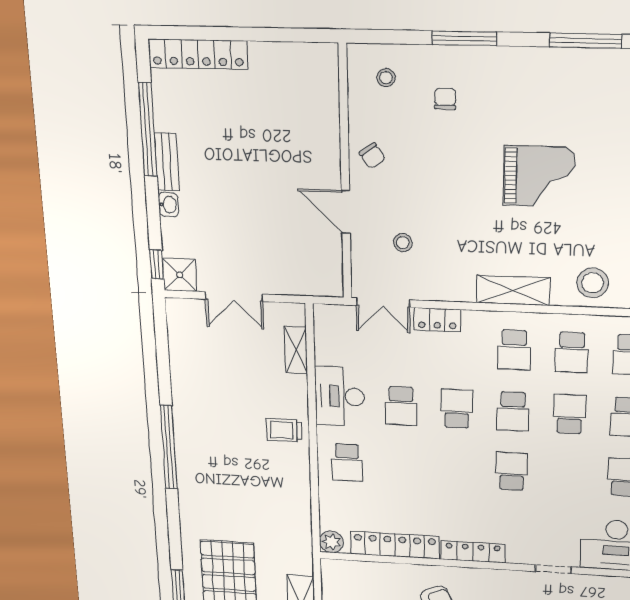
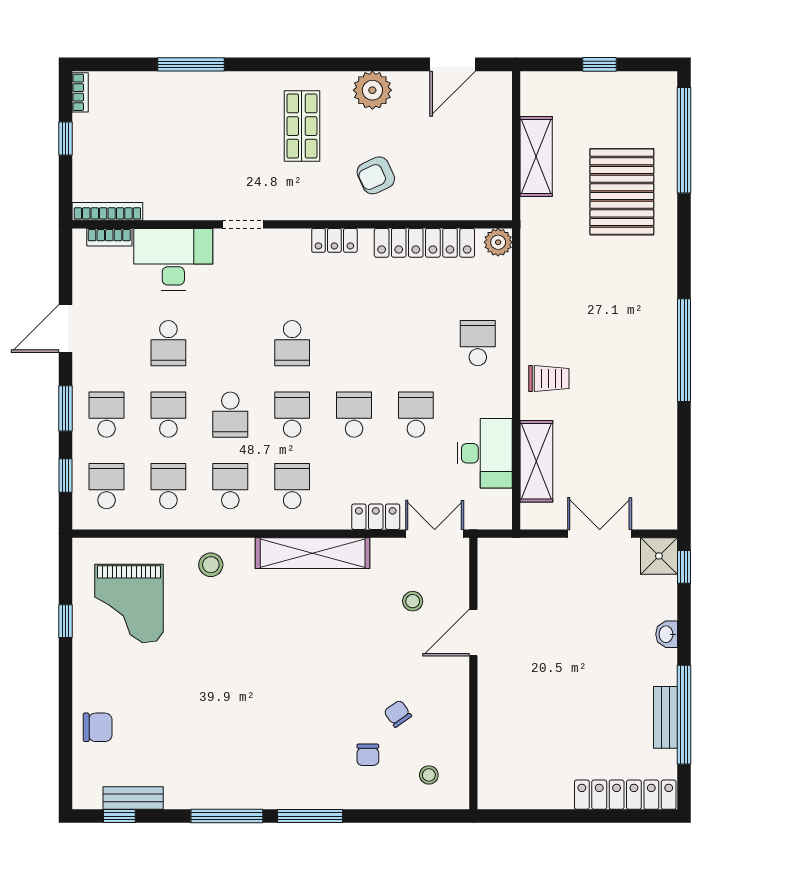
window: (464, 38) -> (310, 816), moved
chair: (372, 156) -> (398, 714), moved
bench: (167, 162) -> (666, 717), moved
grand piano: (539, 176) -> (270, 677), removed
door: (346, 212) -> (473, 633), swing flipped
stool: (593, 283) -> (211, 565), width x0.73, depth x0.73
shelving: (513, 290) -> (313, 553), width x1.47
shelving: (296, 350) -> (536, 461), width x1.50, depth x1.33
desk: (340, 396) -> (485, 453), moved
school desk: (457, 409) -> (354, 415), turned 180
locker: (473, 552) -> (334, 240), width x0.66

